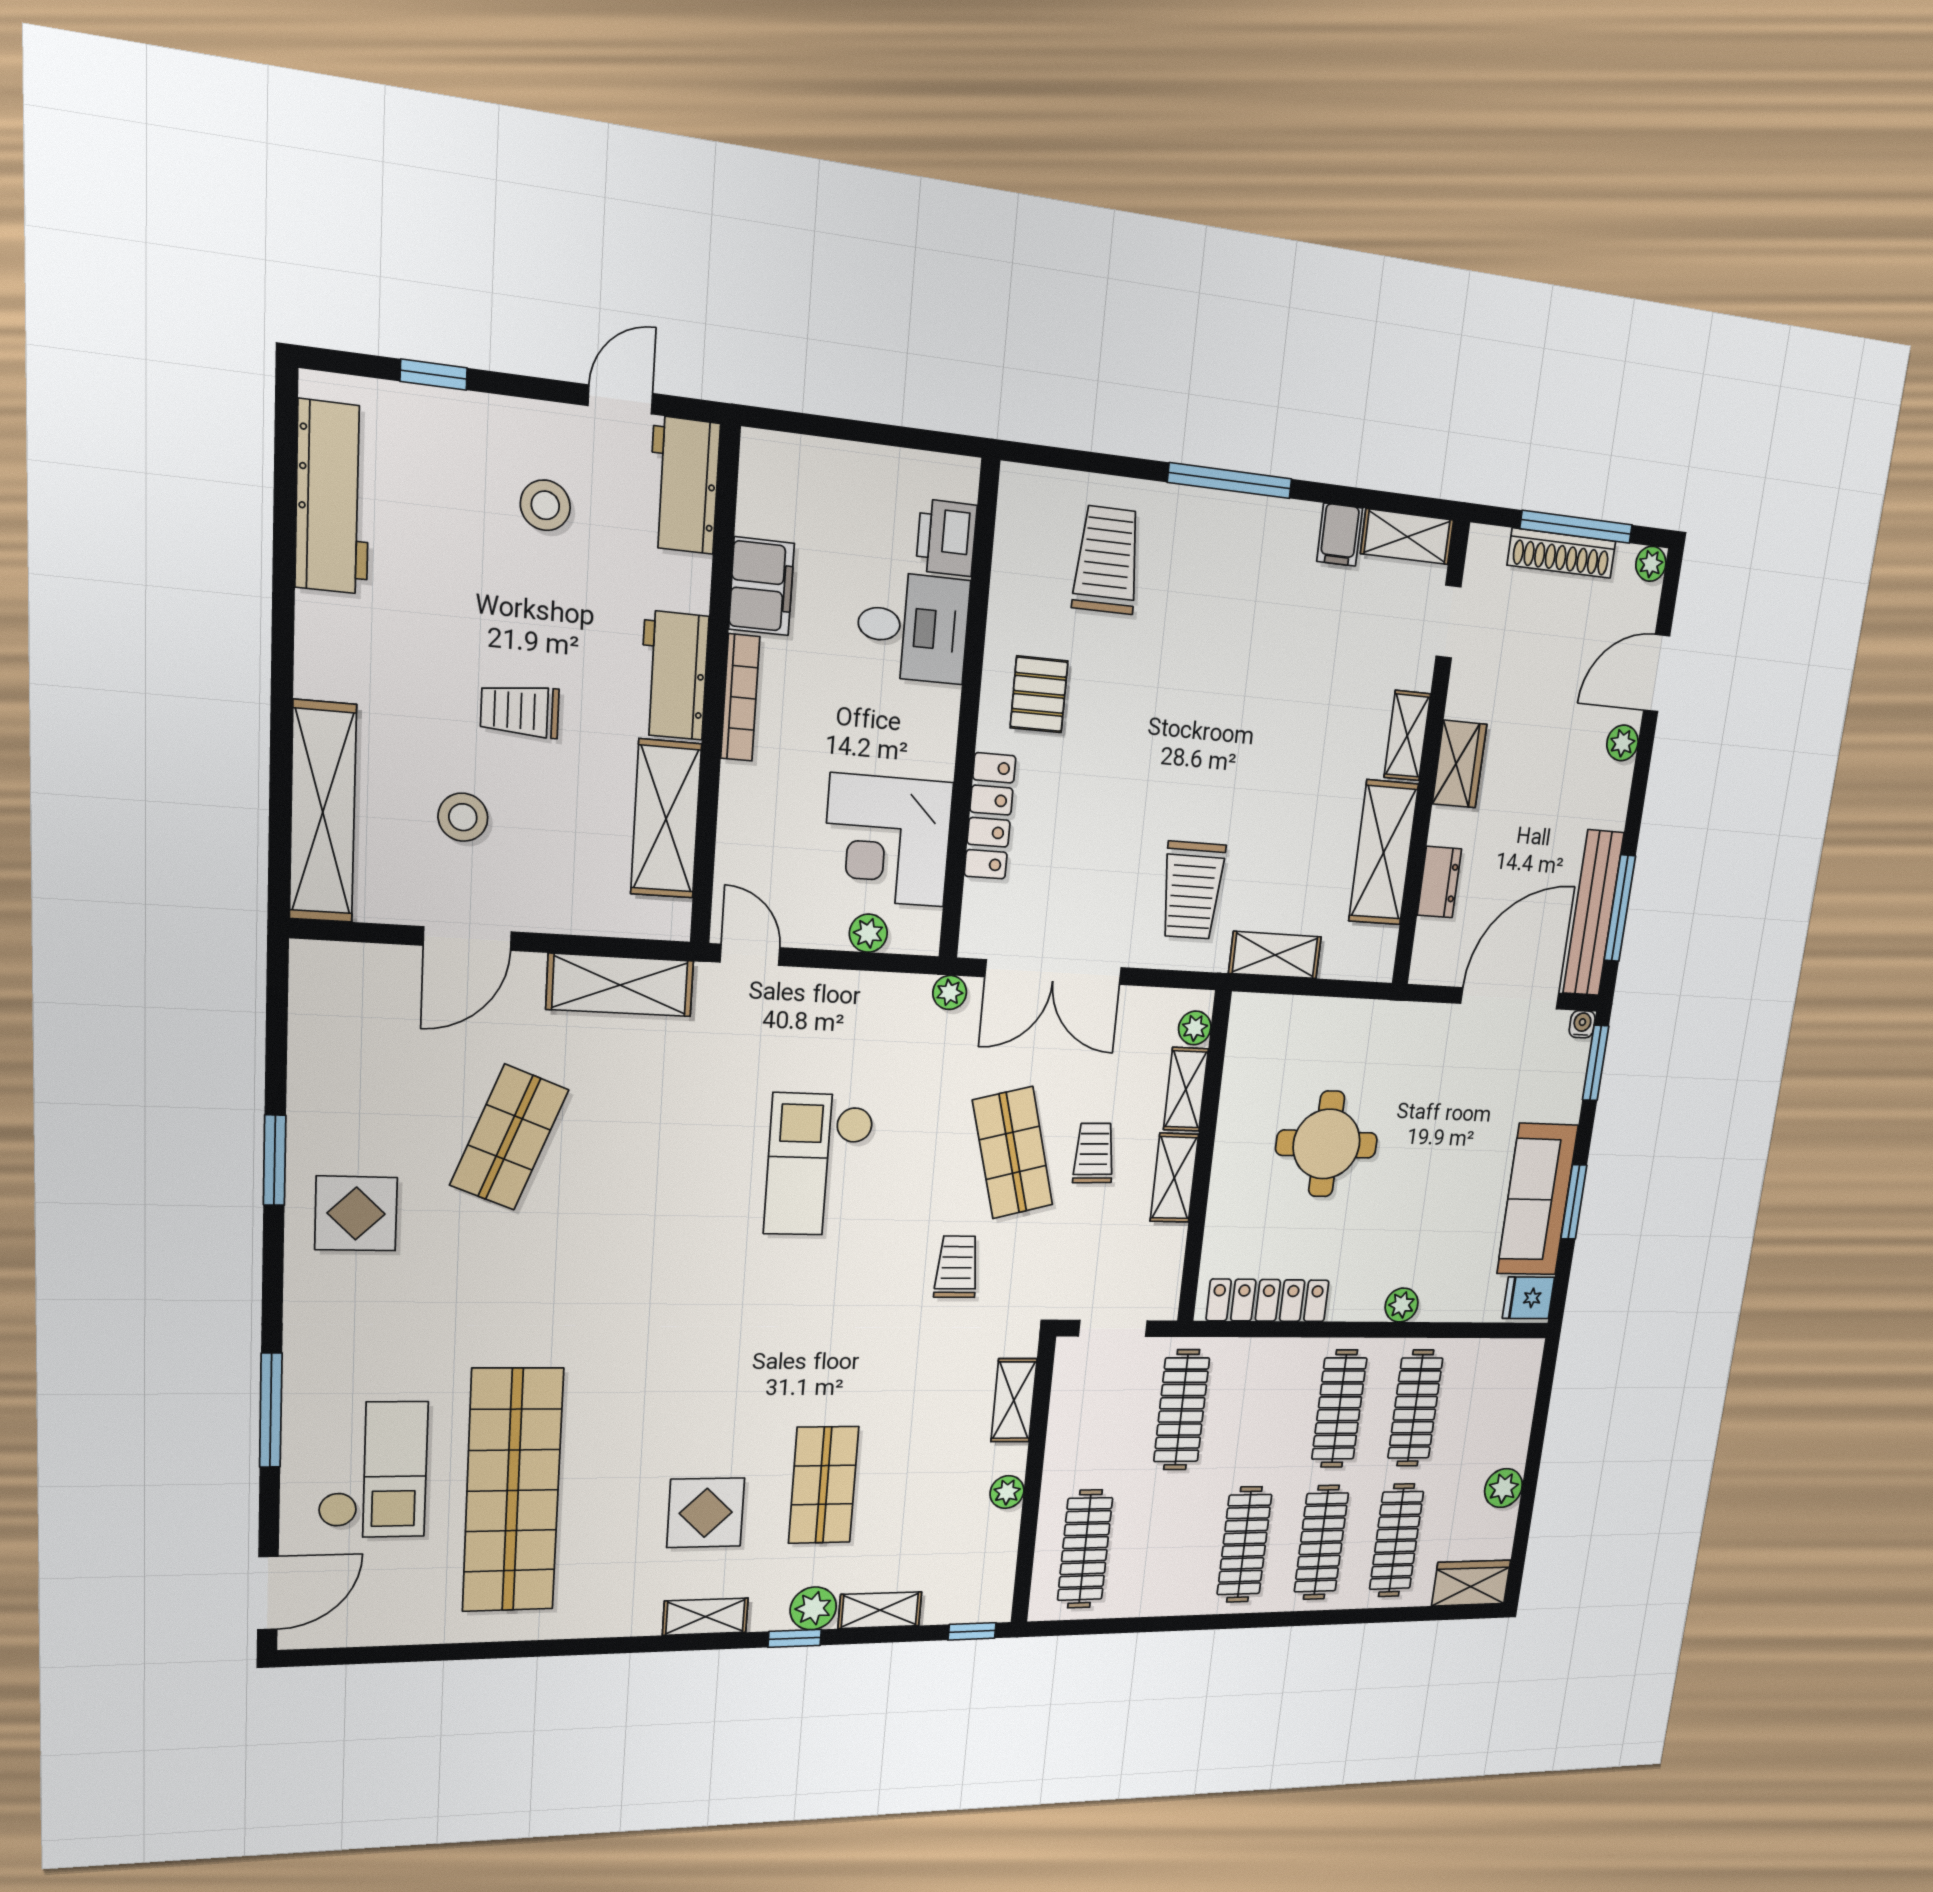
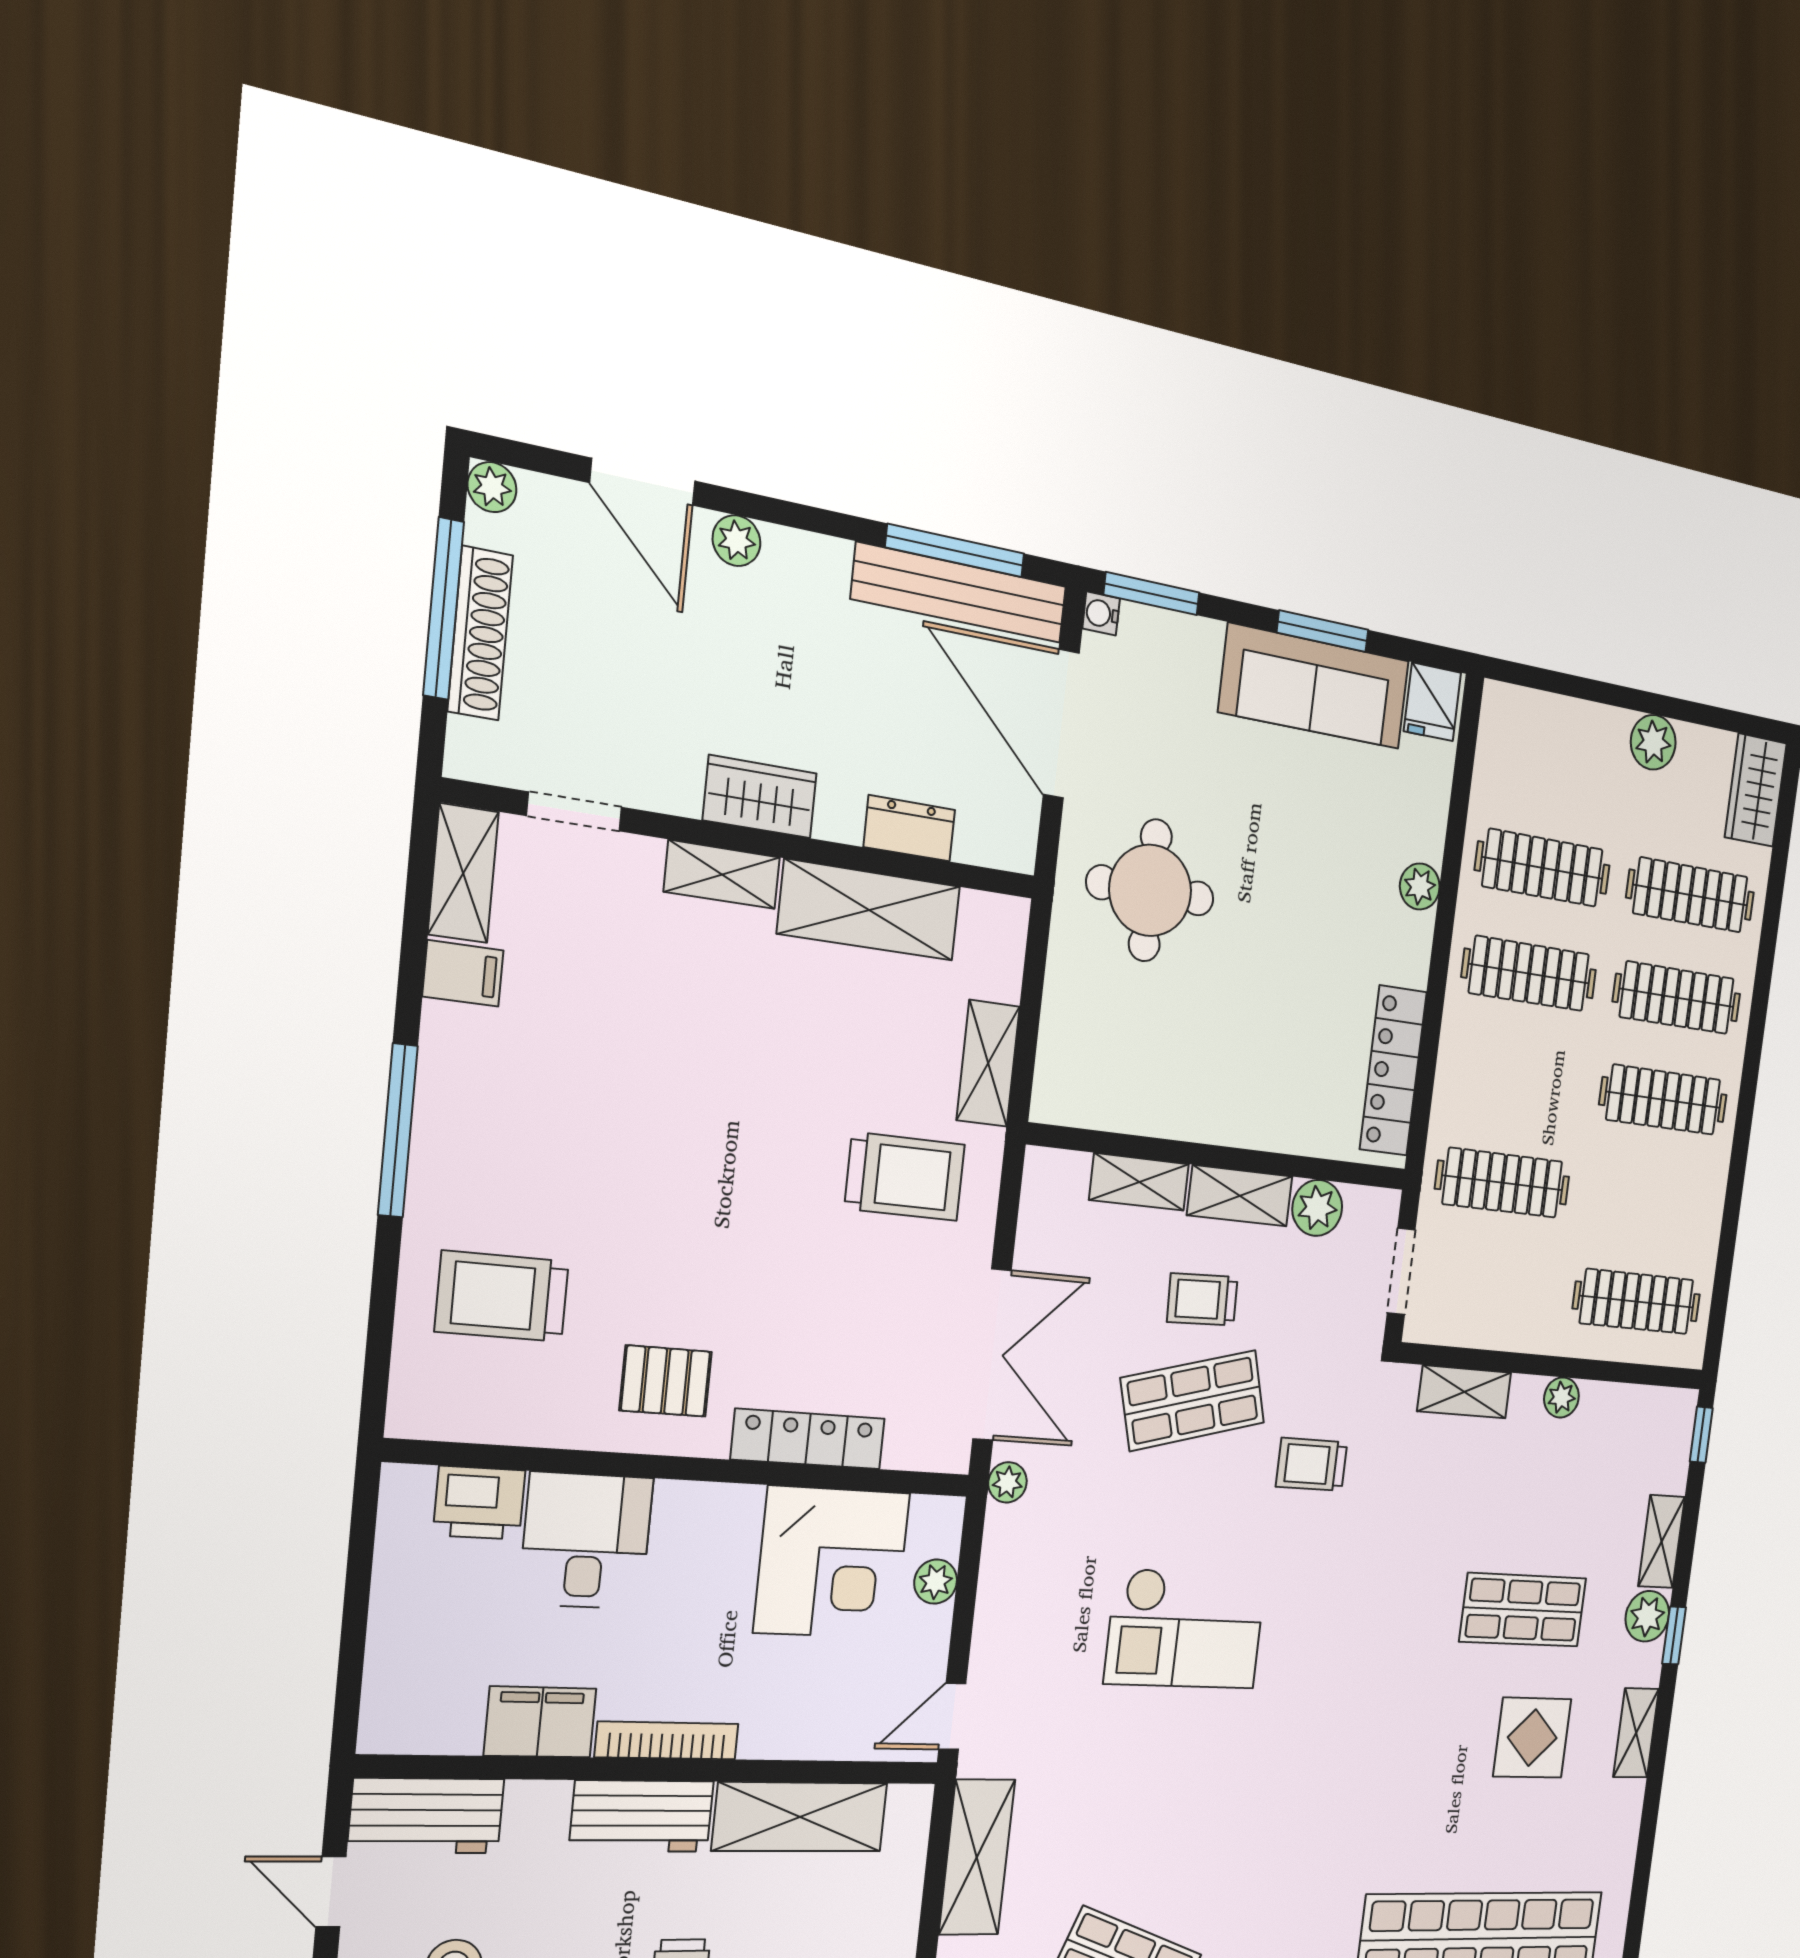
plant: (1195, 1028) -> (1317, 1208), moved, width x1.38, depth x1.38
round table: (1327, 1144) -> (1150, 890), moved

